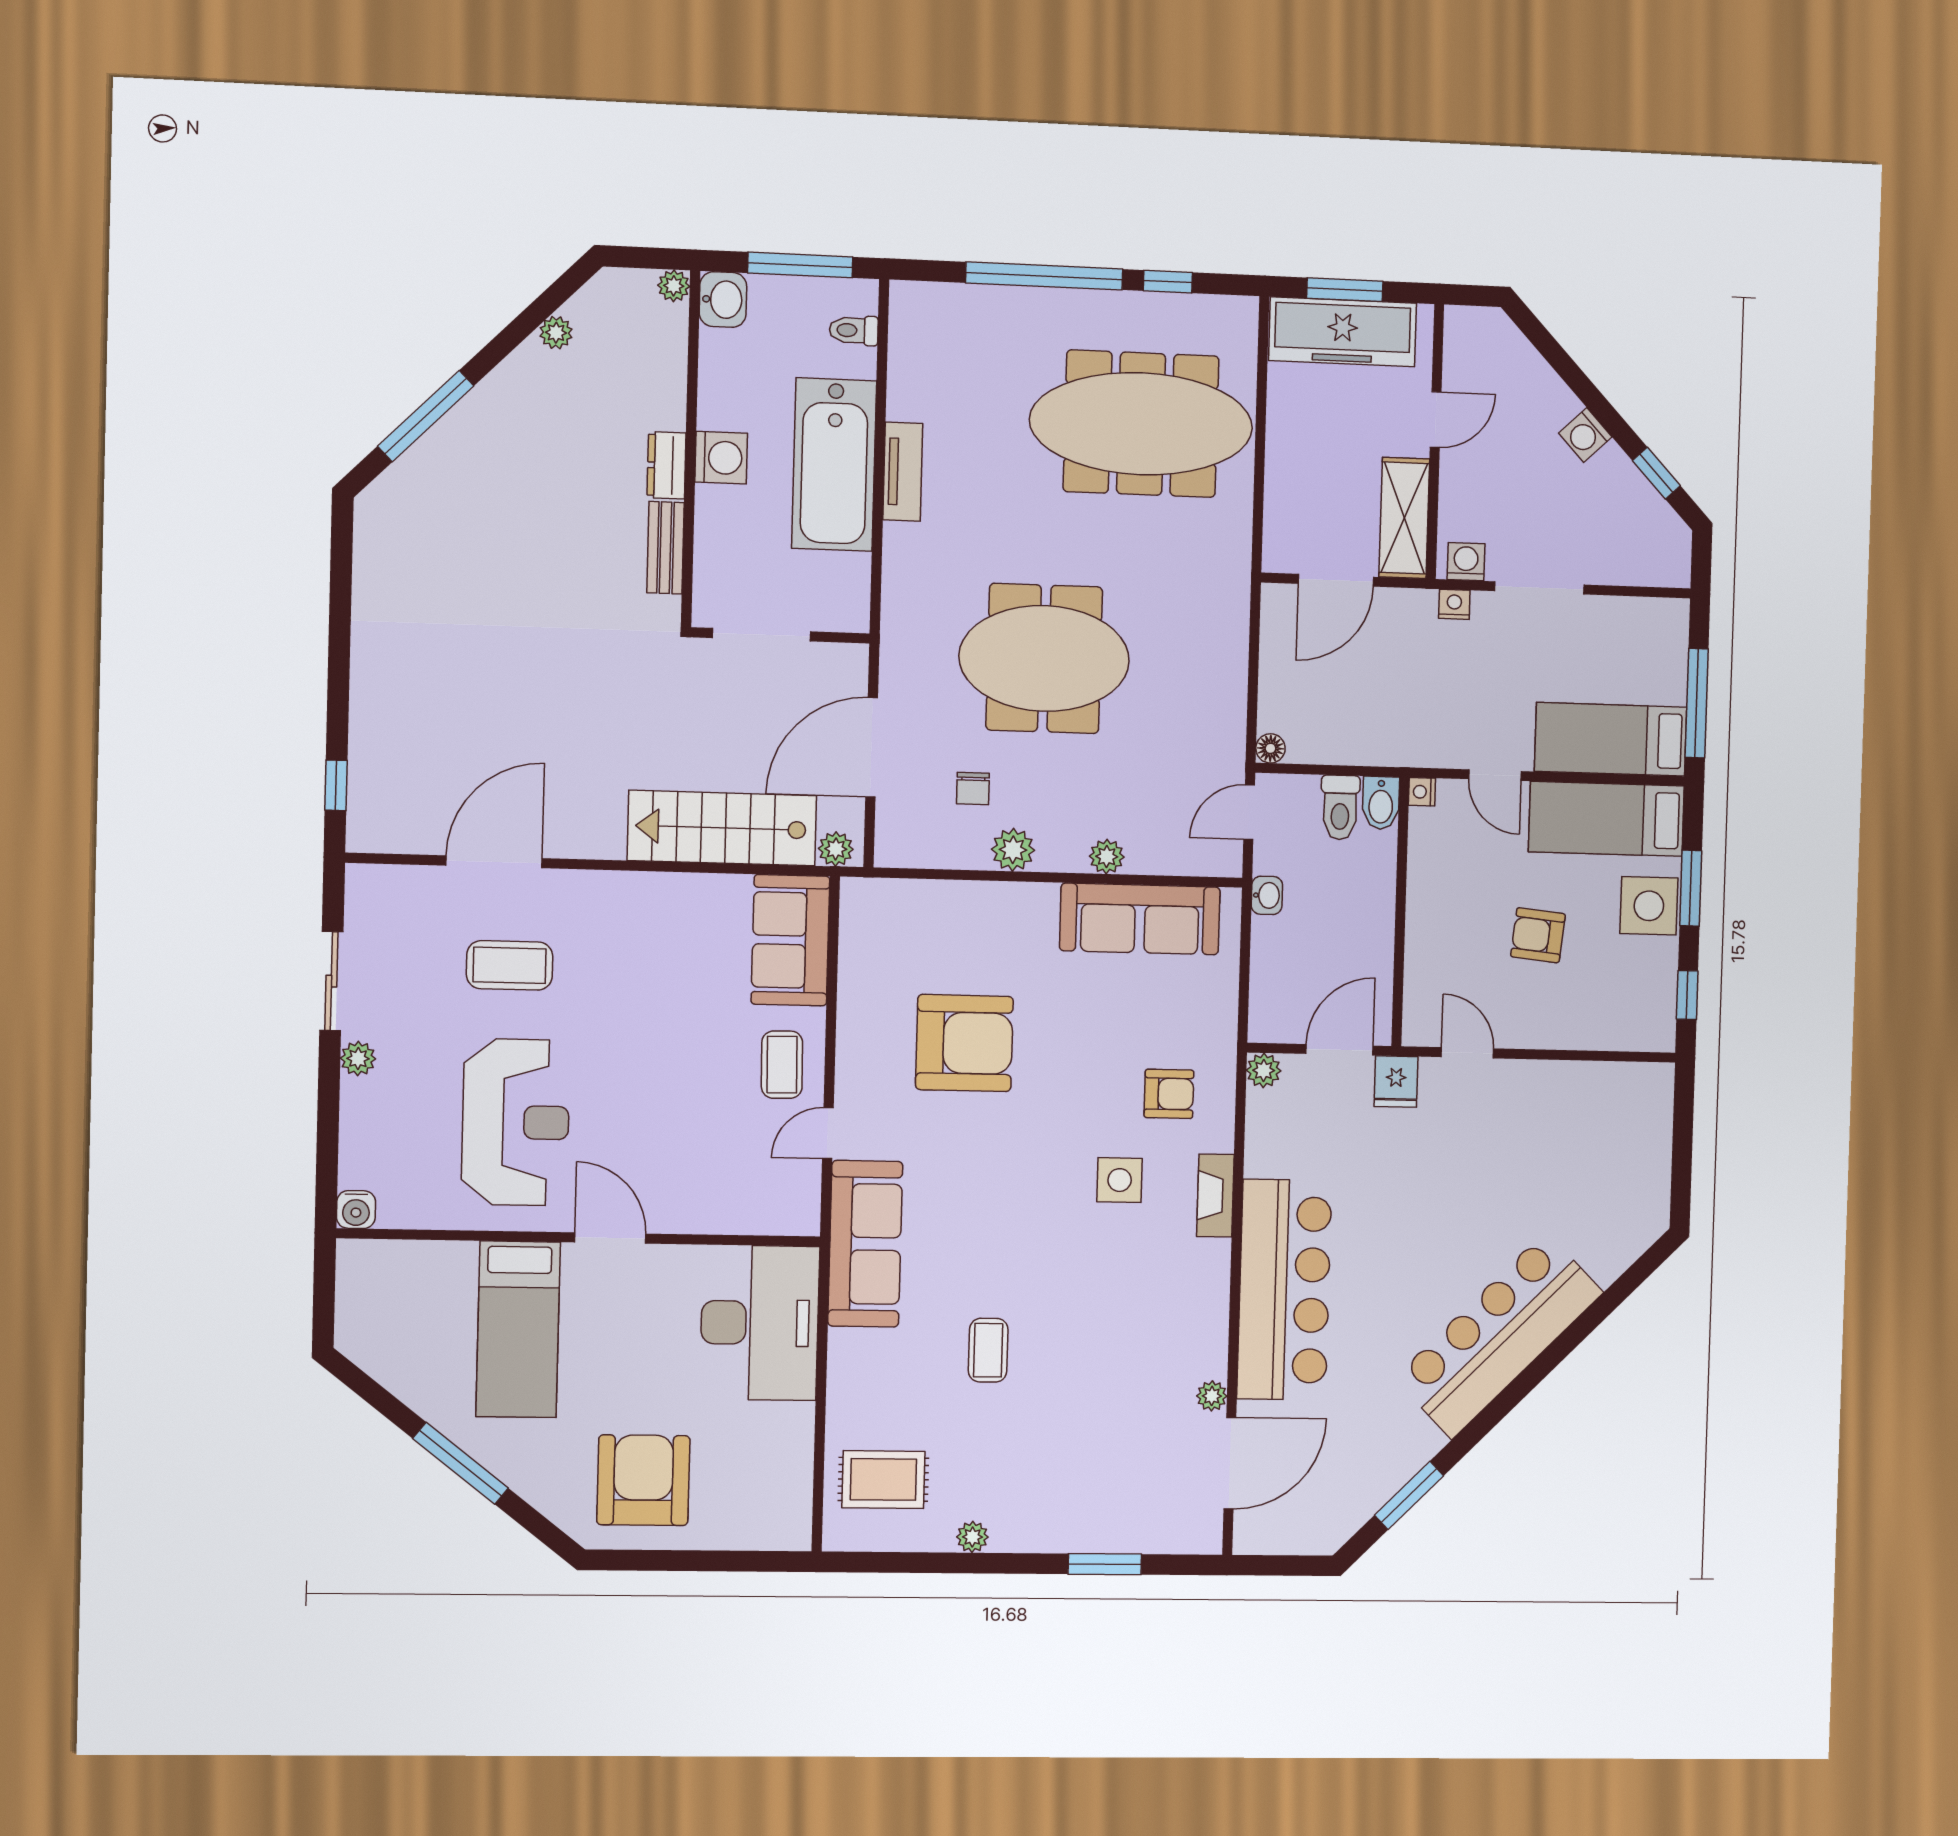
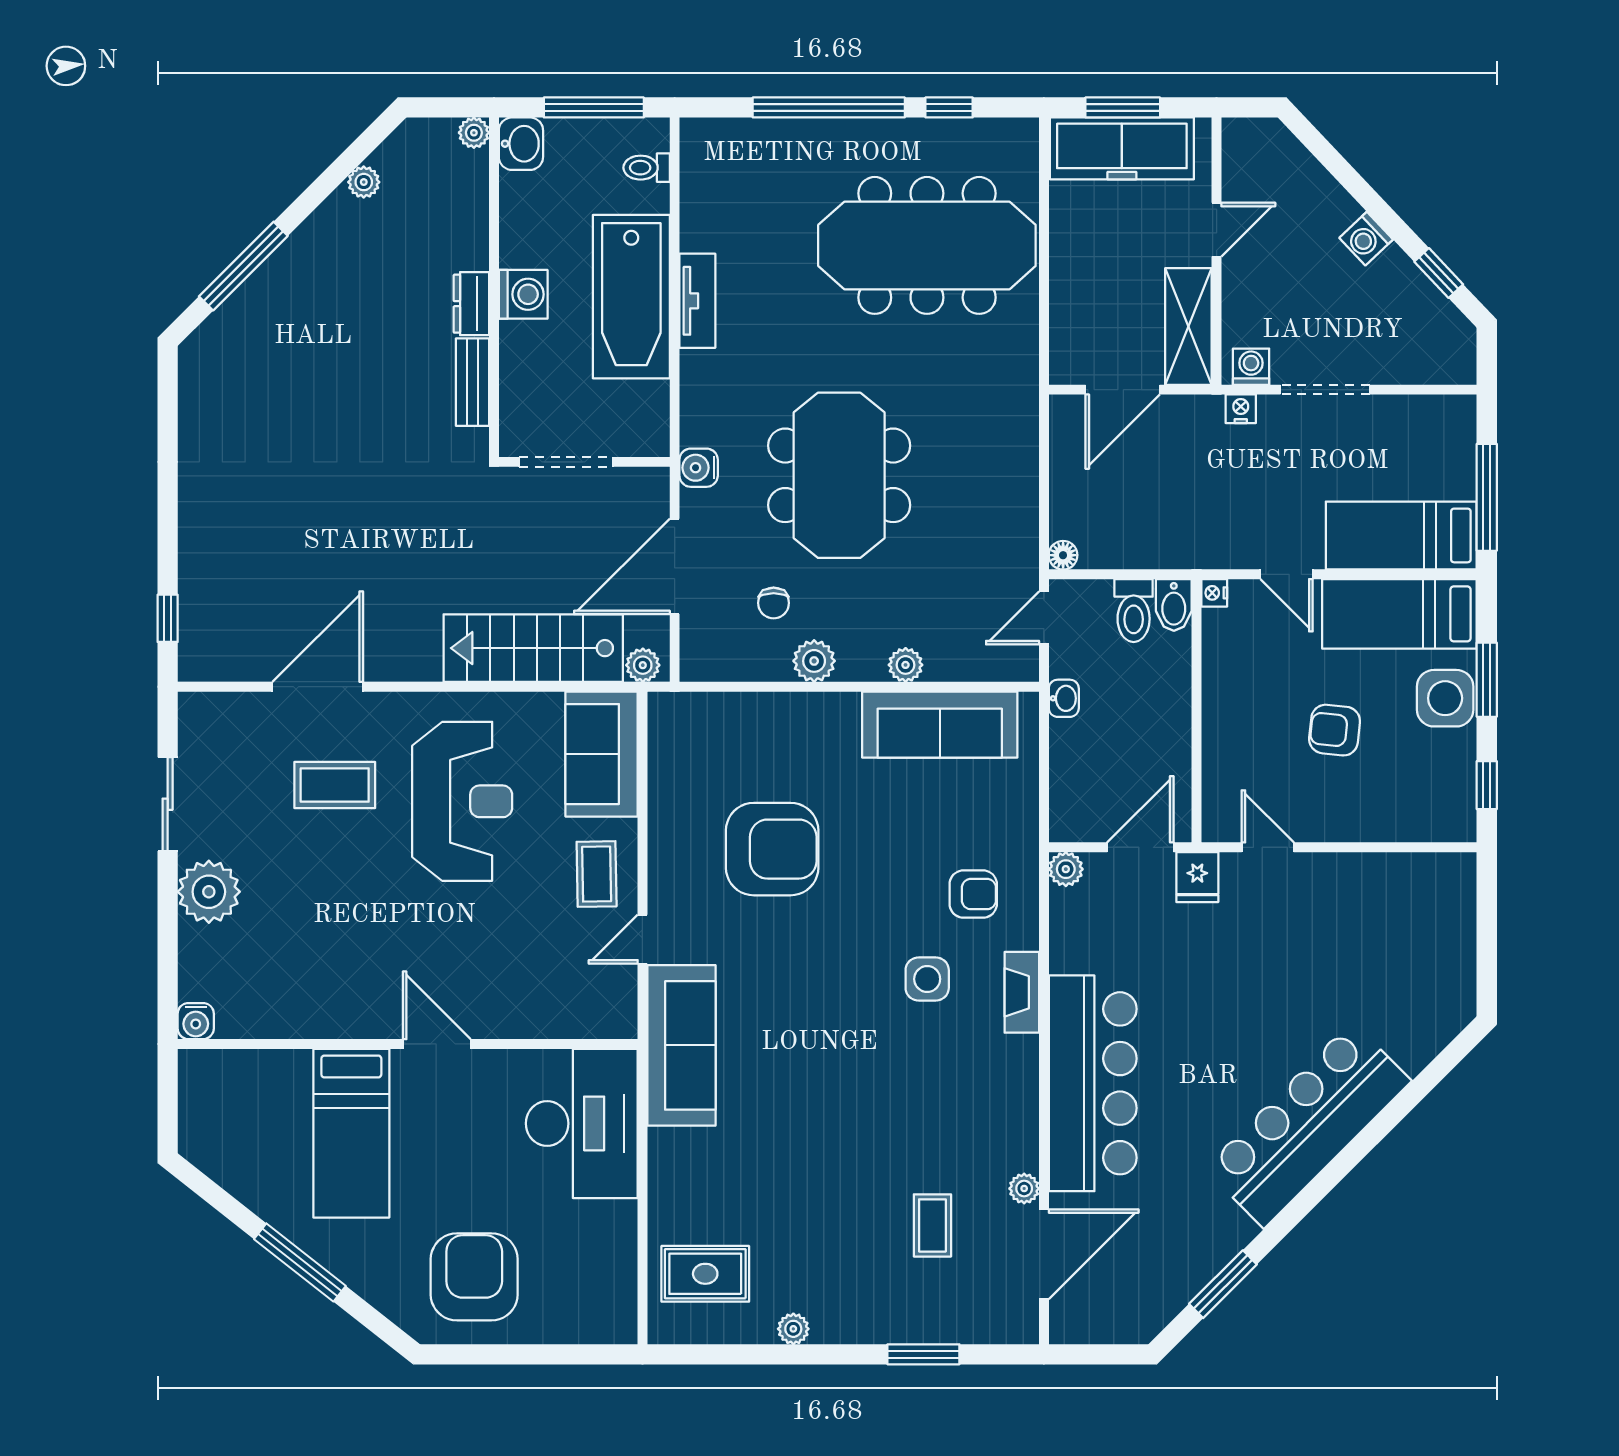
water cooler: (899, 646) -> (699, 468), added
meeting table: (1044, 658) -> (839, 475), turned 90
plant: (358, 1059) -> (209, 892), width x1.87, depth x1.87
reception desk: (516, 1122) -> (462, 801), moved
coffee table: (988, 1350) -> (932, 1225), moved

